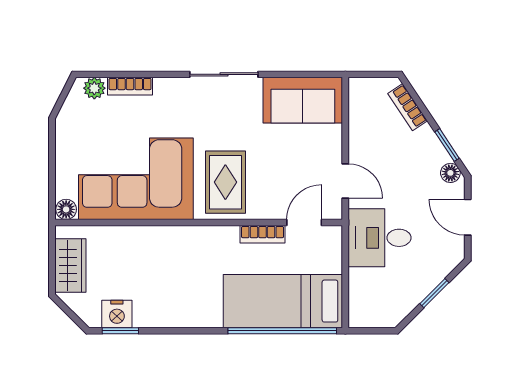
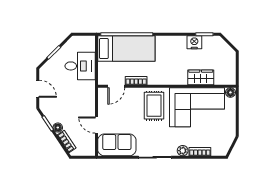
plant: (94, 88) -> (183, 151), moved
floor lamp: (450, 173) -> (58, 128), moved
door: (345, 181) -> (96, 125), moved
desk: (380, 238) -> (80, 66), moved
wardrobe: (70, 265) -> (201, 77), moved, turned 90
nightstand: (117, 314) -> (194, 42), moved

